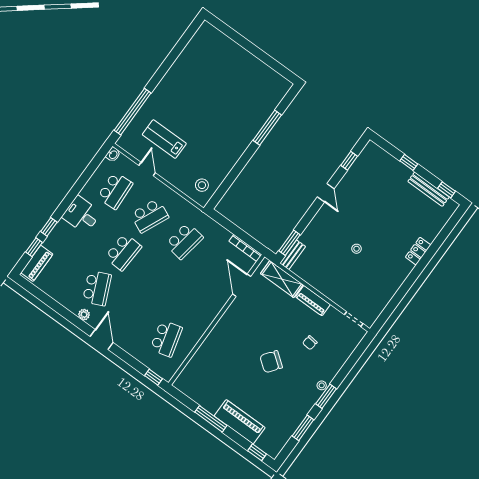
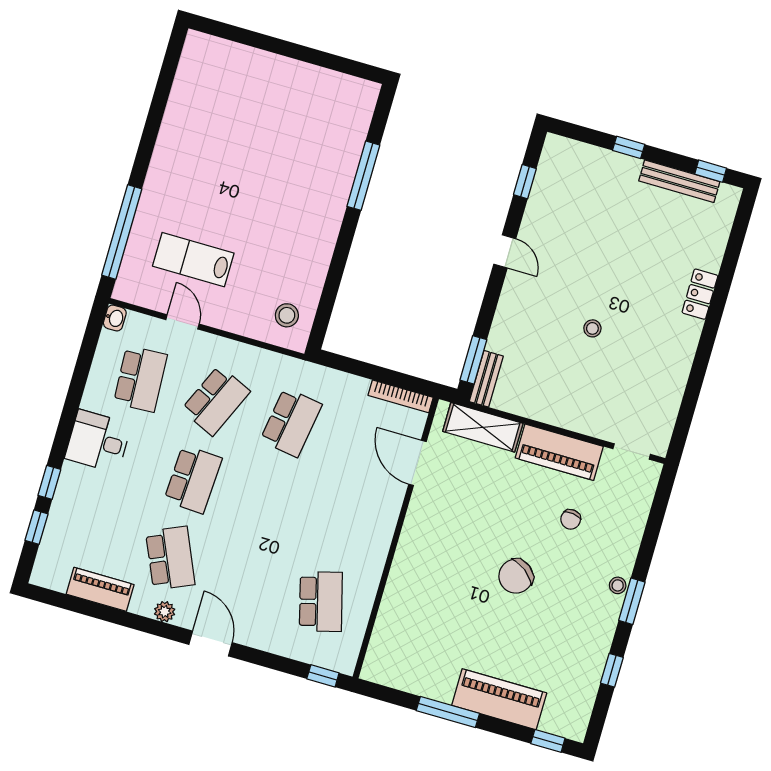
piano: (37, 263) -> (100, 589), moved, turned -90
piano: (313, 301) -> (559, 452), width x1.37, depth x1.33
window: (303, 428) -> (612, 670), width x0.67

